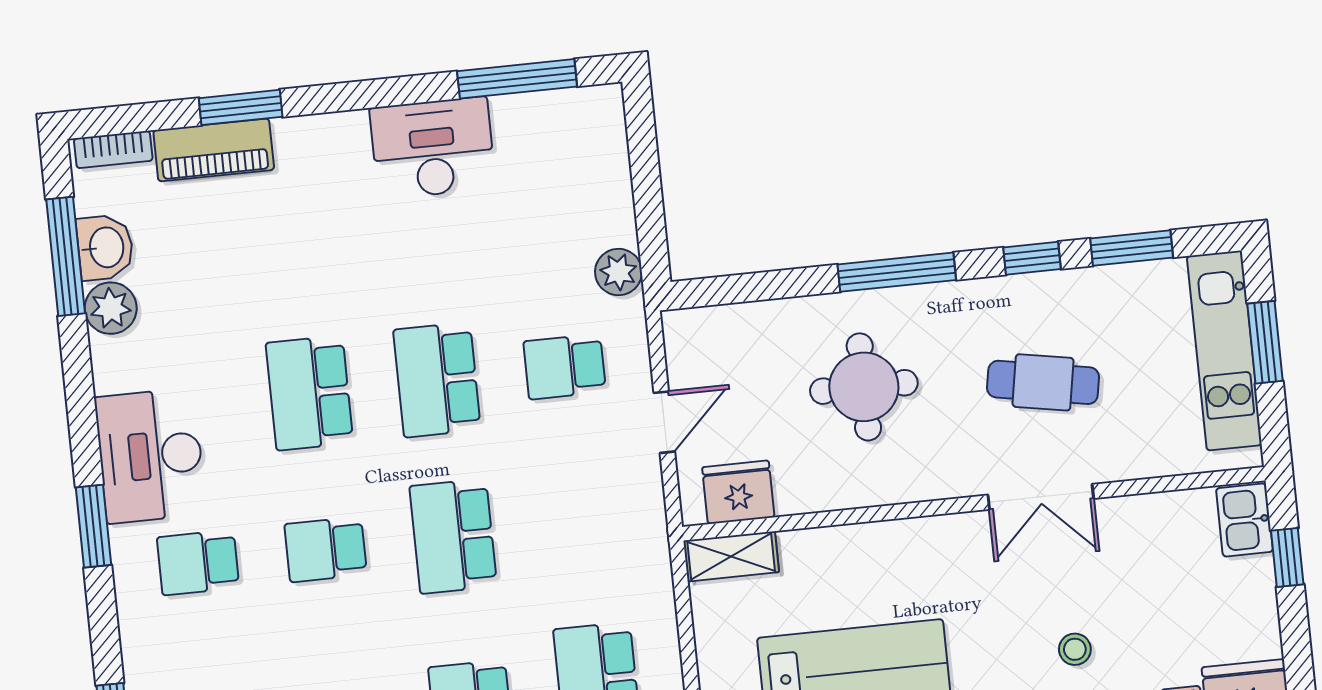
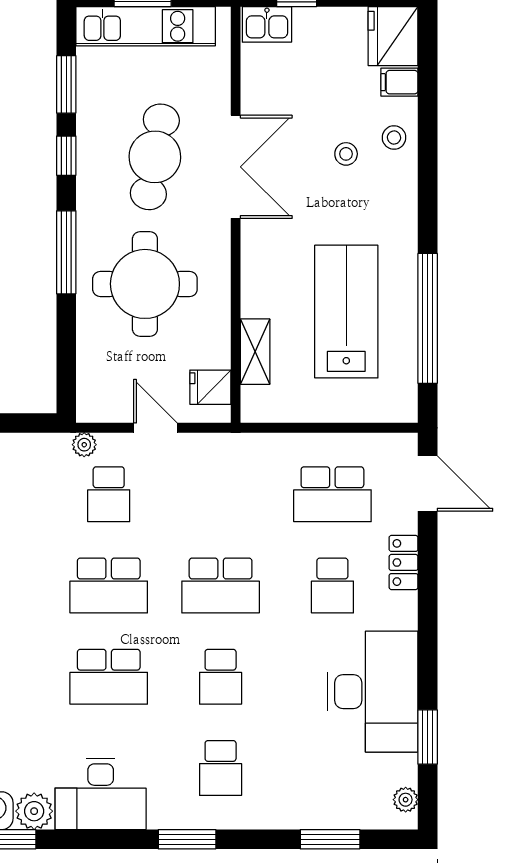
plant: (618, 272) -> (84, 445), moved, width x0.73, depth x0.73
cafe table: (1043, 382) -> (155, 157), width x1.37, depth x1.35
round table: (864, 387) -> (145, 284), width x1.36, depth x1.36
desk: (150, 456) -> (101, 794), moved
fridge: (738, 492) -> (210, 387), width x0.72
double door: (1041, 497) -> (236, 167), width x1.37
shelving: (731, 556) -> (255, 352), moved

